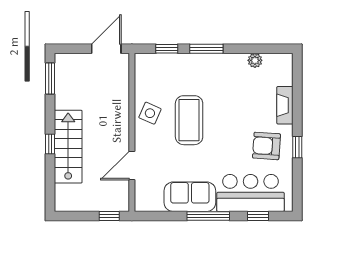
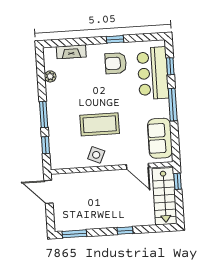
fireplace: (285, 105) -> (71, 52), moved
armchair: (266, 146) -> (116, 63), turned 86
stairs: (68, 147) -> (165, 196), moved, turned -90
sofa: (190, 197) -> (160, 138), moved

